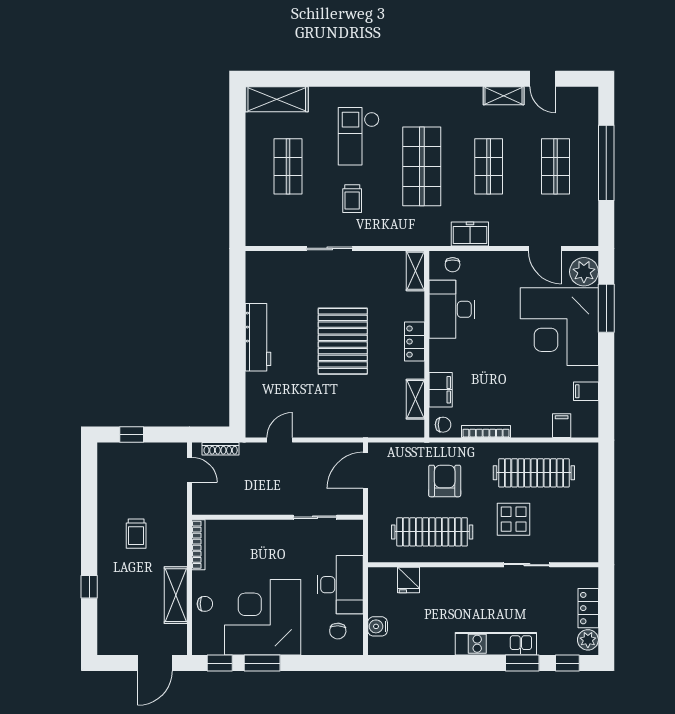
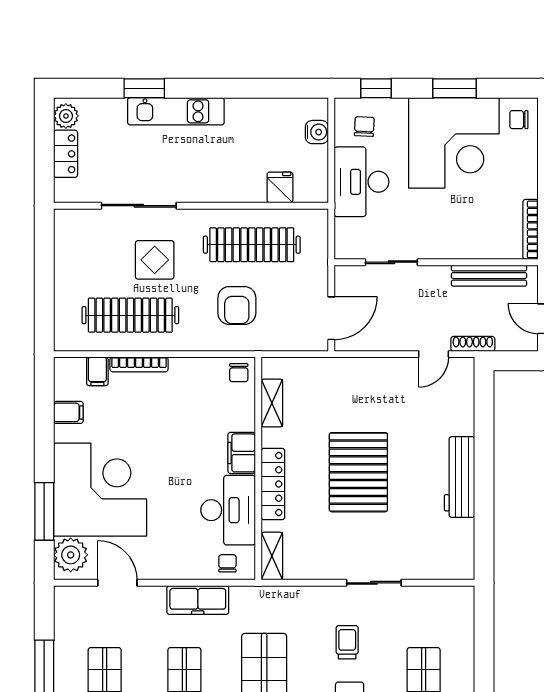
freezer: (470, 234) -> (198, 600), width x1.40
locker: (414, 342) -> (273, 484), width x1.53
filing cabinet: (441, 390) -> (242, 453), moved
chair: (443, 425) -> (239, 373), turned -90
bookcase: (486, 432) -> (139, 364), moved
shoe rack: (221, 449) -> (473, 344), moved
bench: (233, 506) -> (489, 276), added
sliding door: (527, 565) -> (139, 206), width x1.37
chair: (205, 604) -> (519, 120), moved
window: (220, 663) -> (376, 88), moved
window: (567, 663) -> (91, 88), removed

